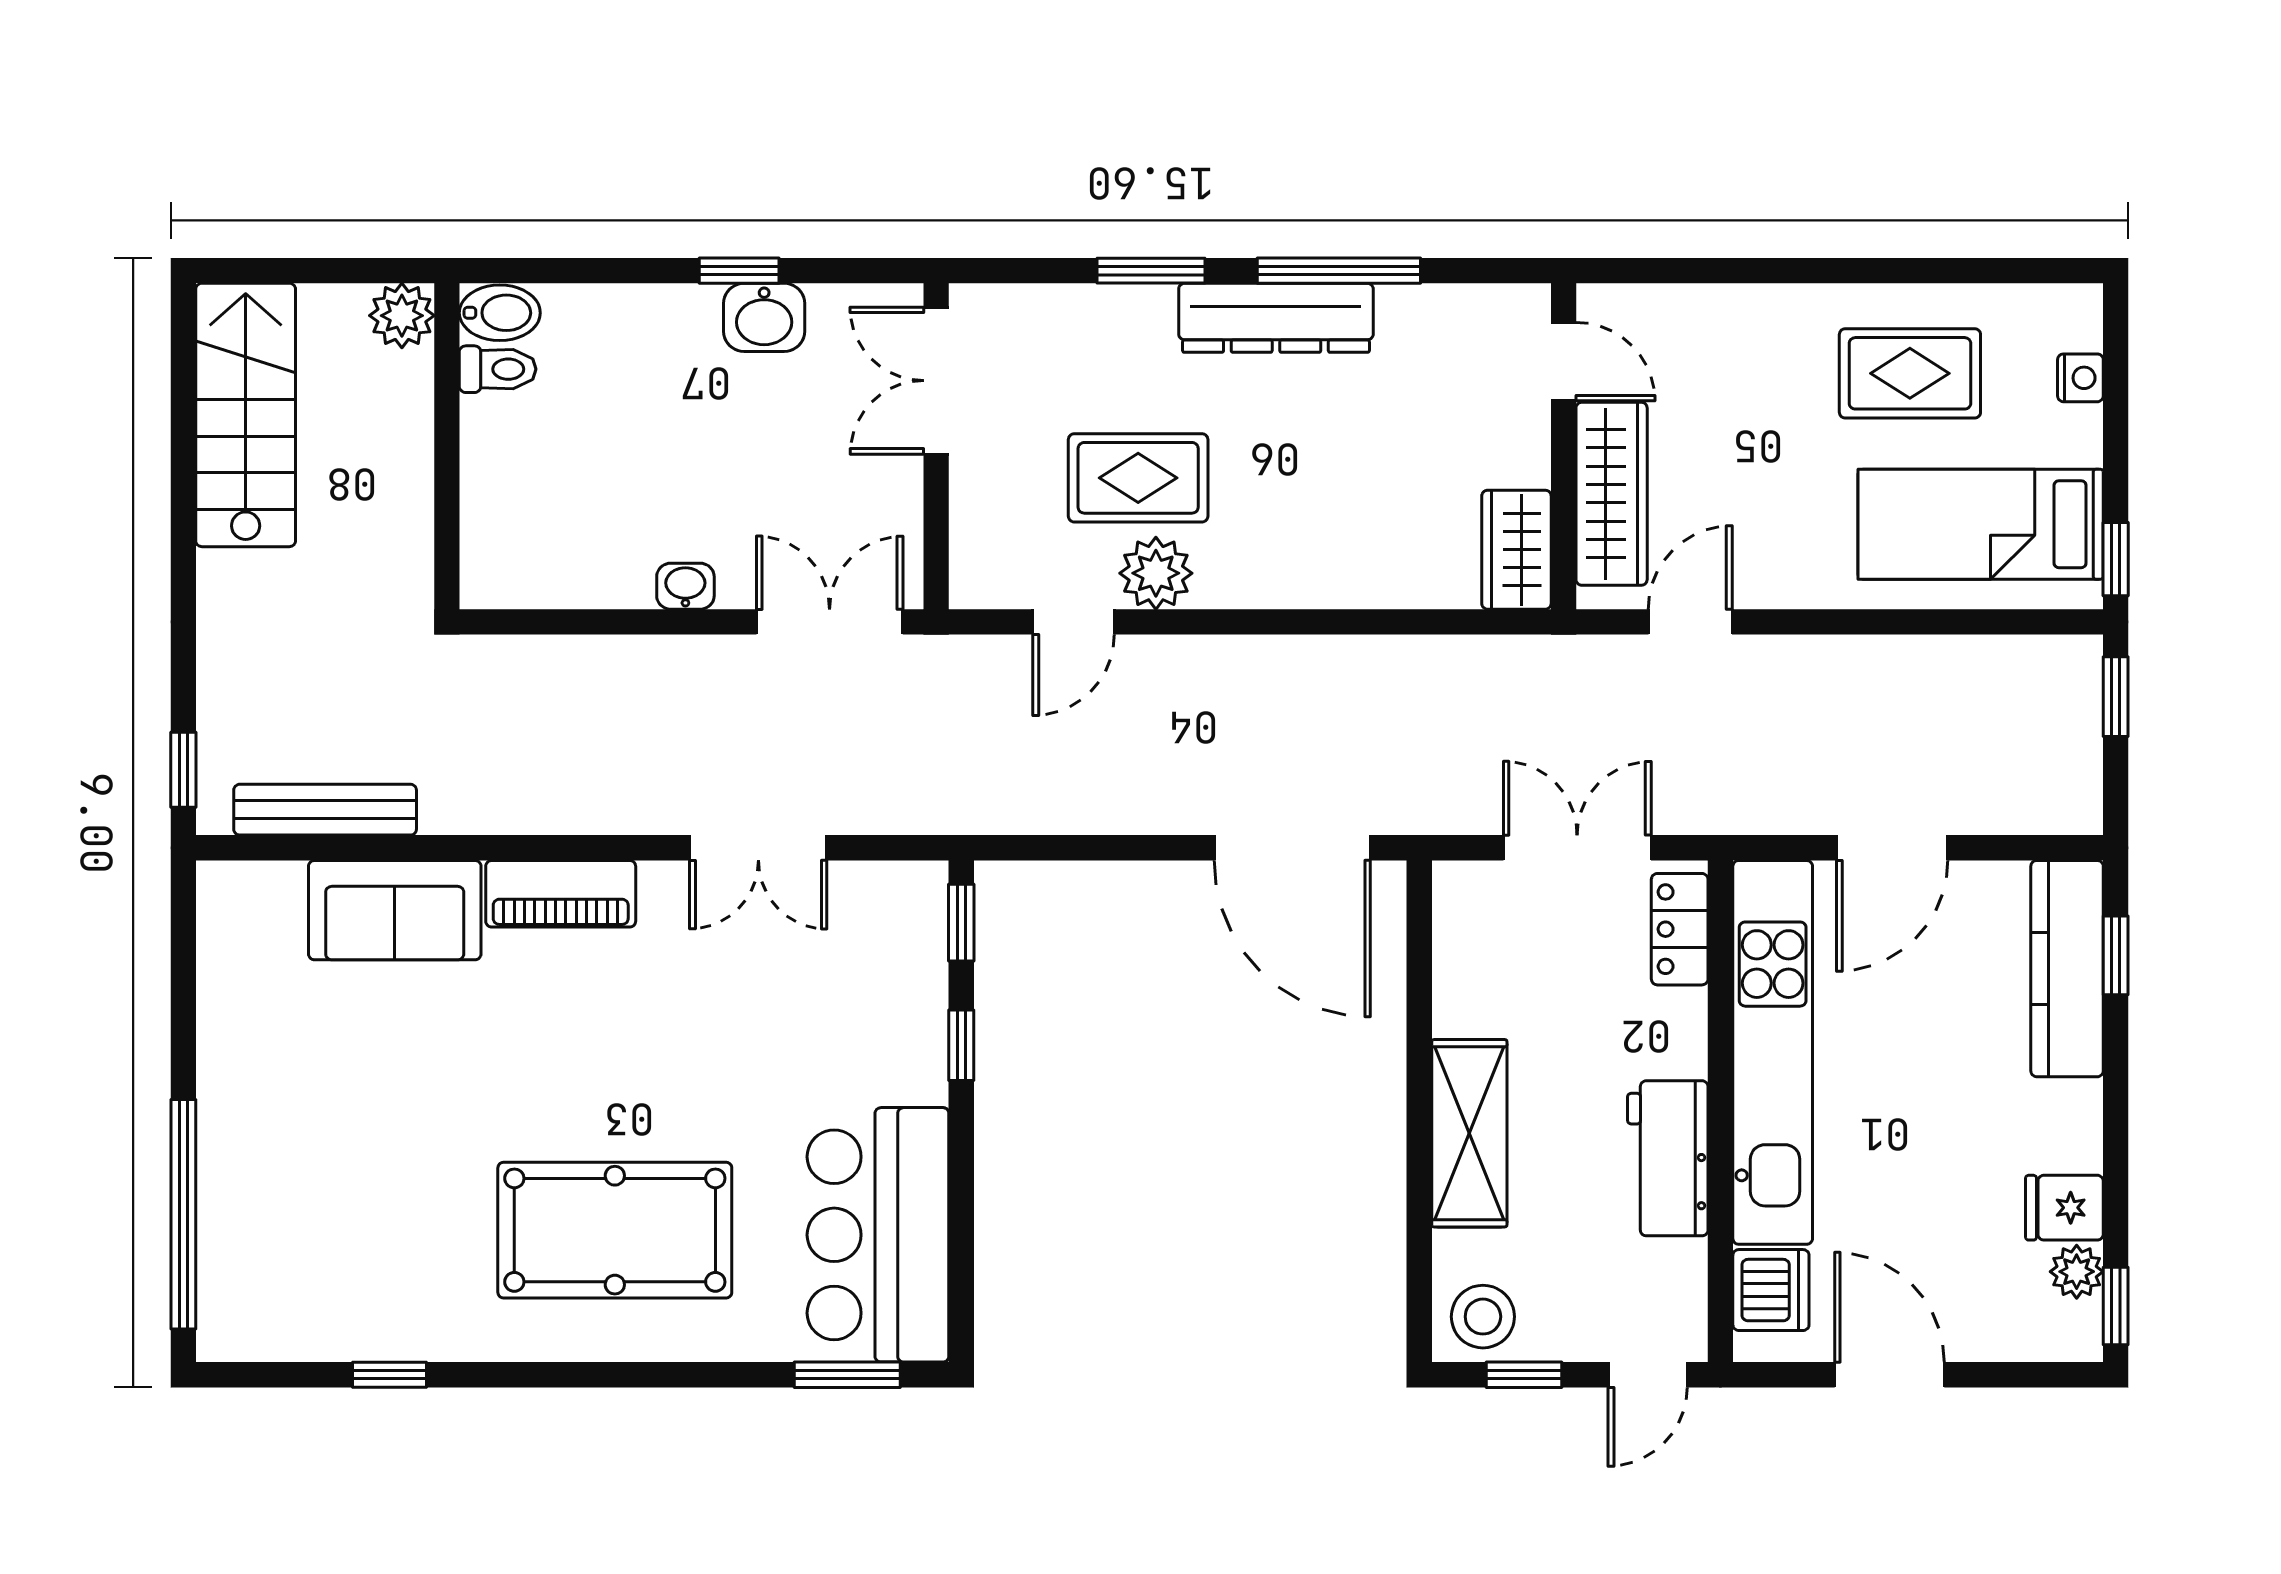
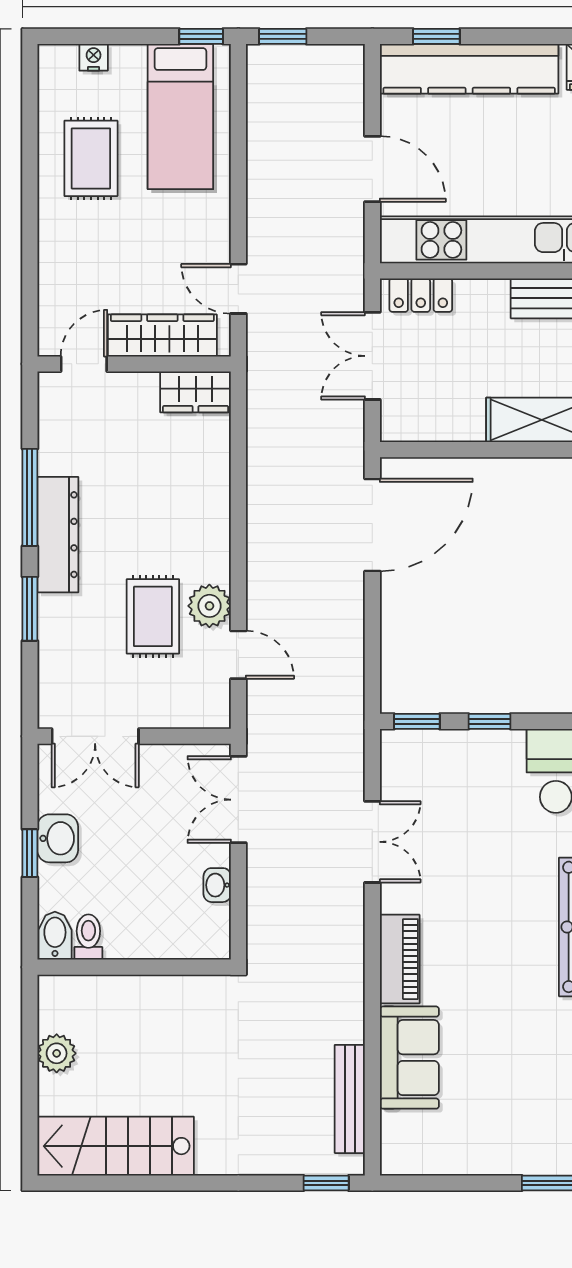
bidet: (500, 313) -> (55, 936), moved
toilet: (498, 369) -> (88, 937), moved
wall: (447, 446) -> (134, 967), moved
kitchen counter: (2067, 969) -> (469, 69), width x1.39, depth x1.17

